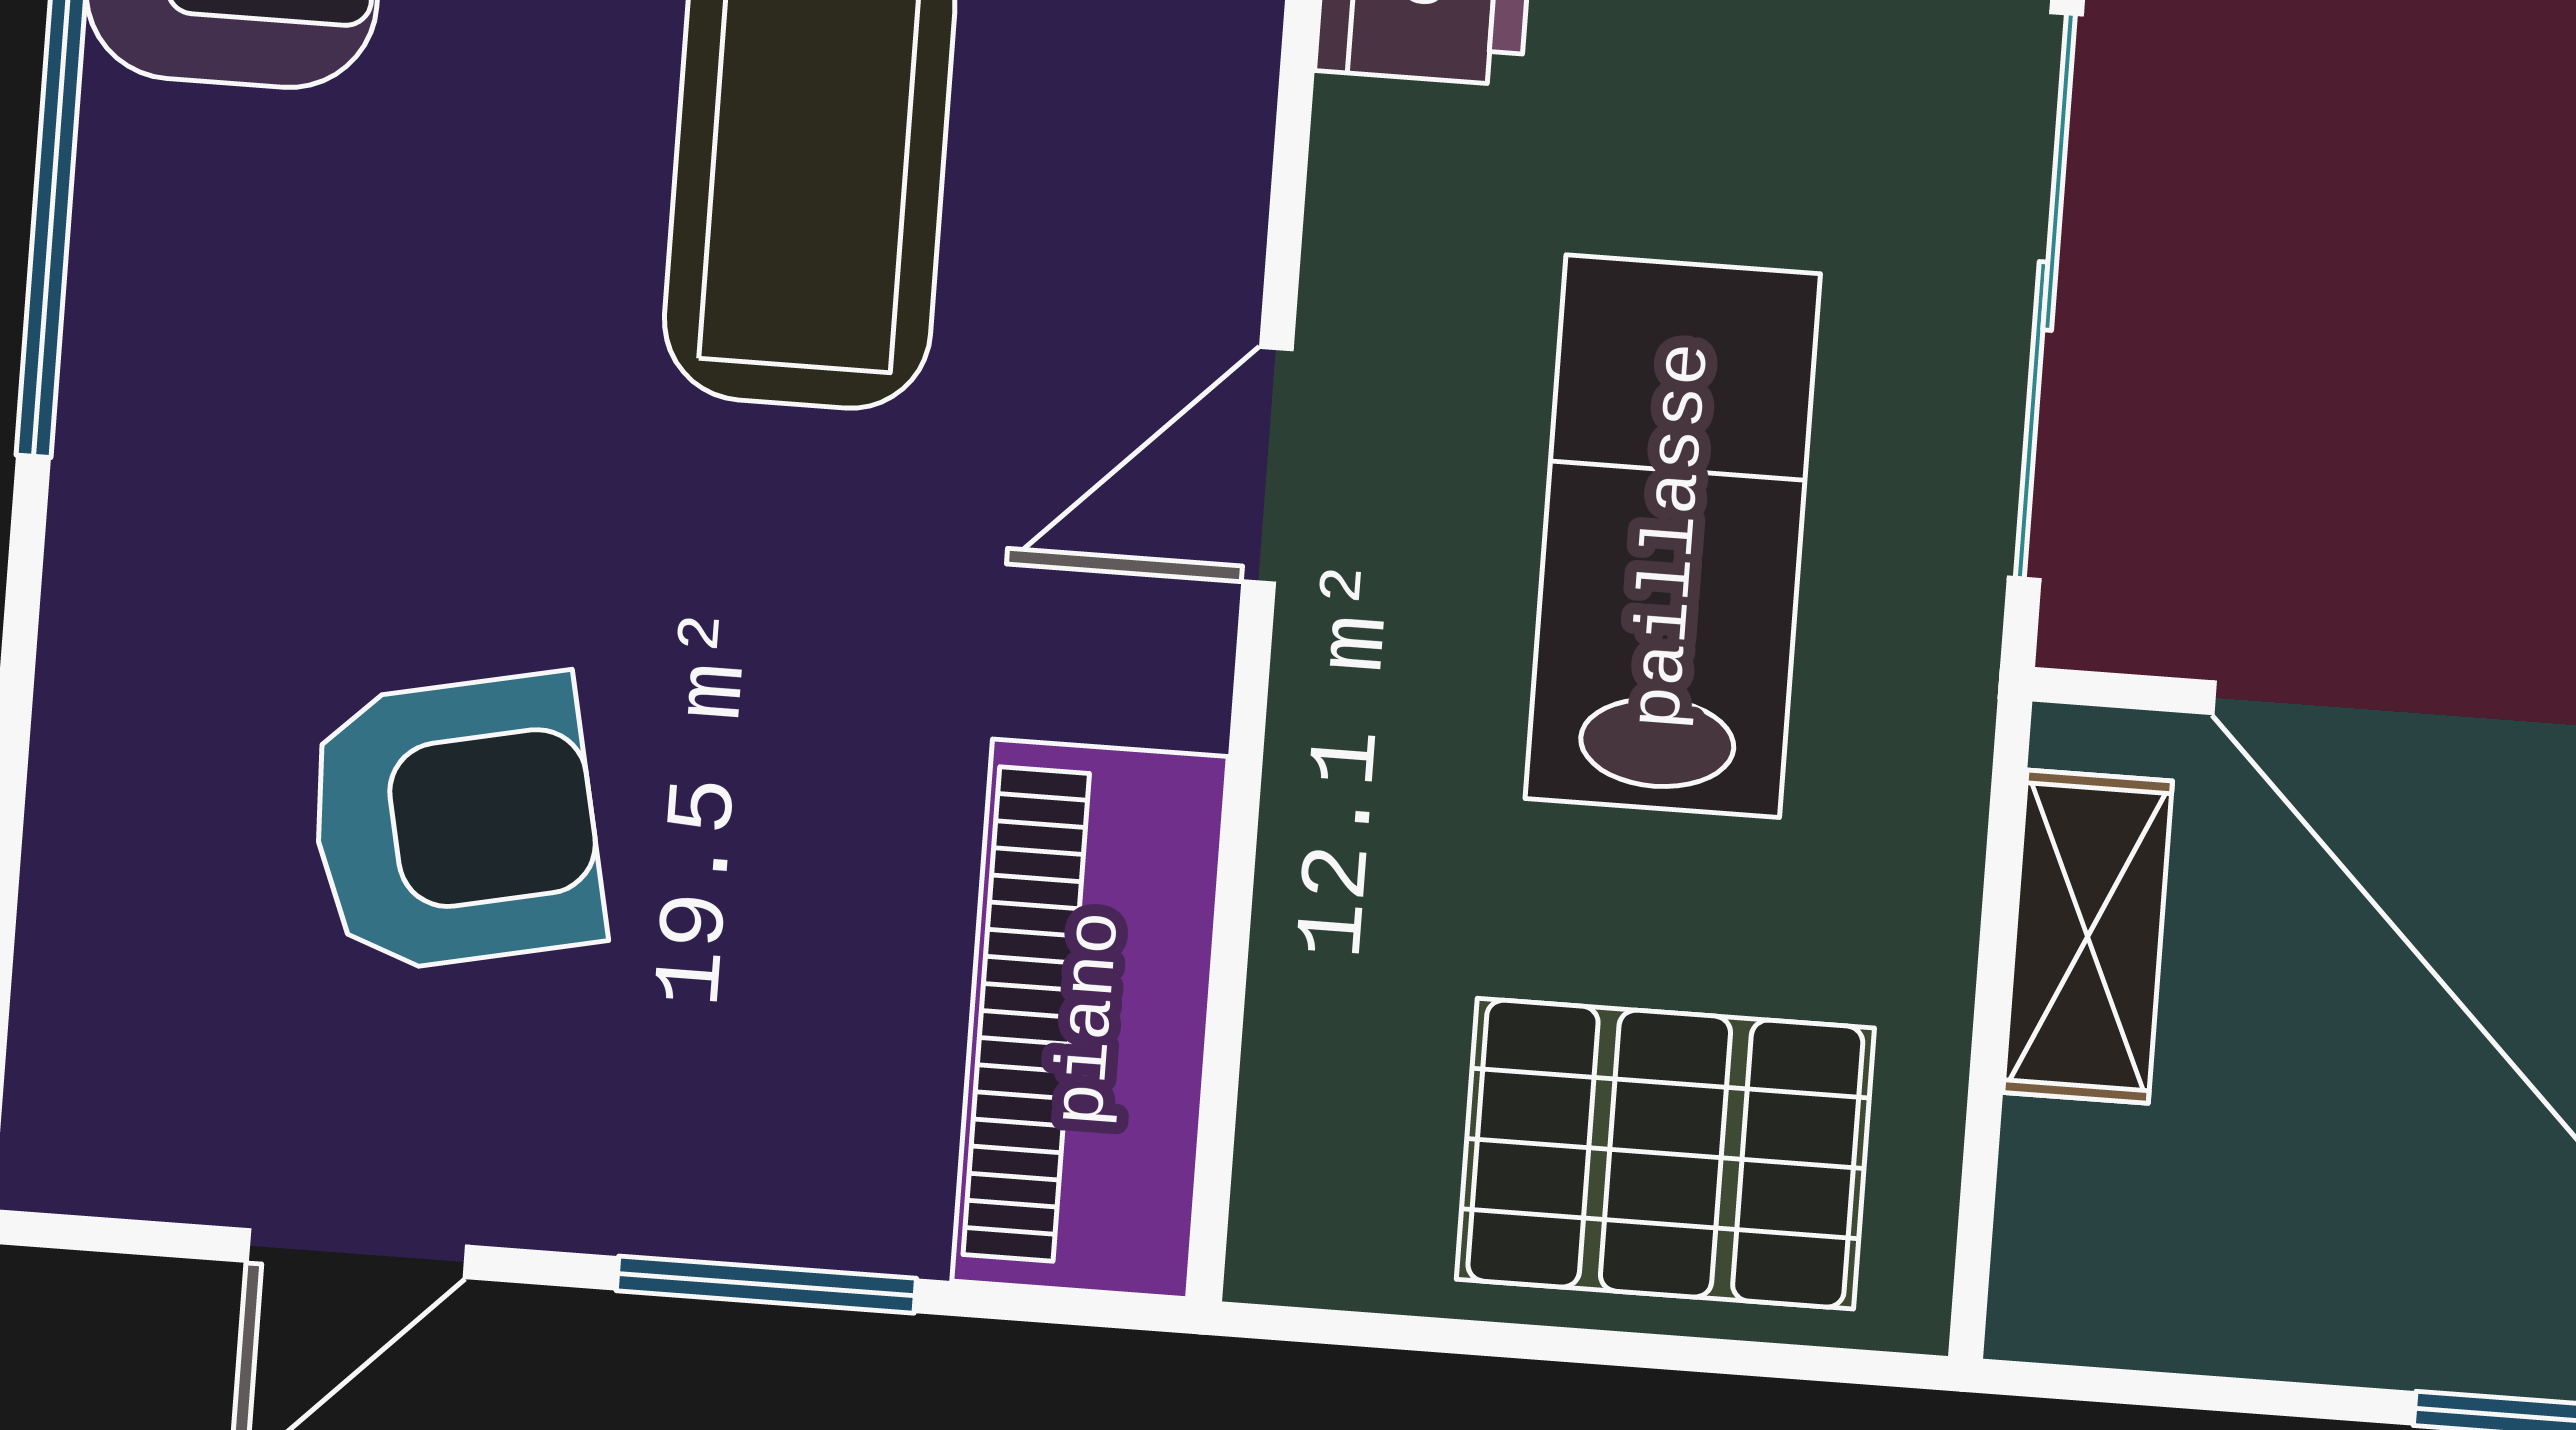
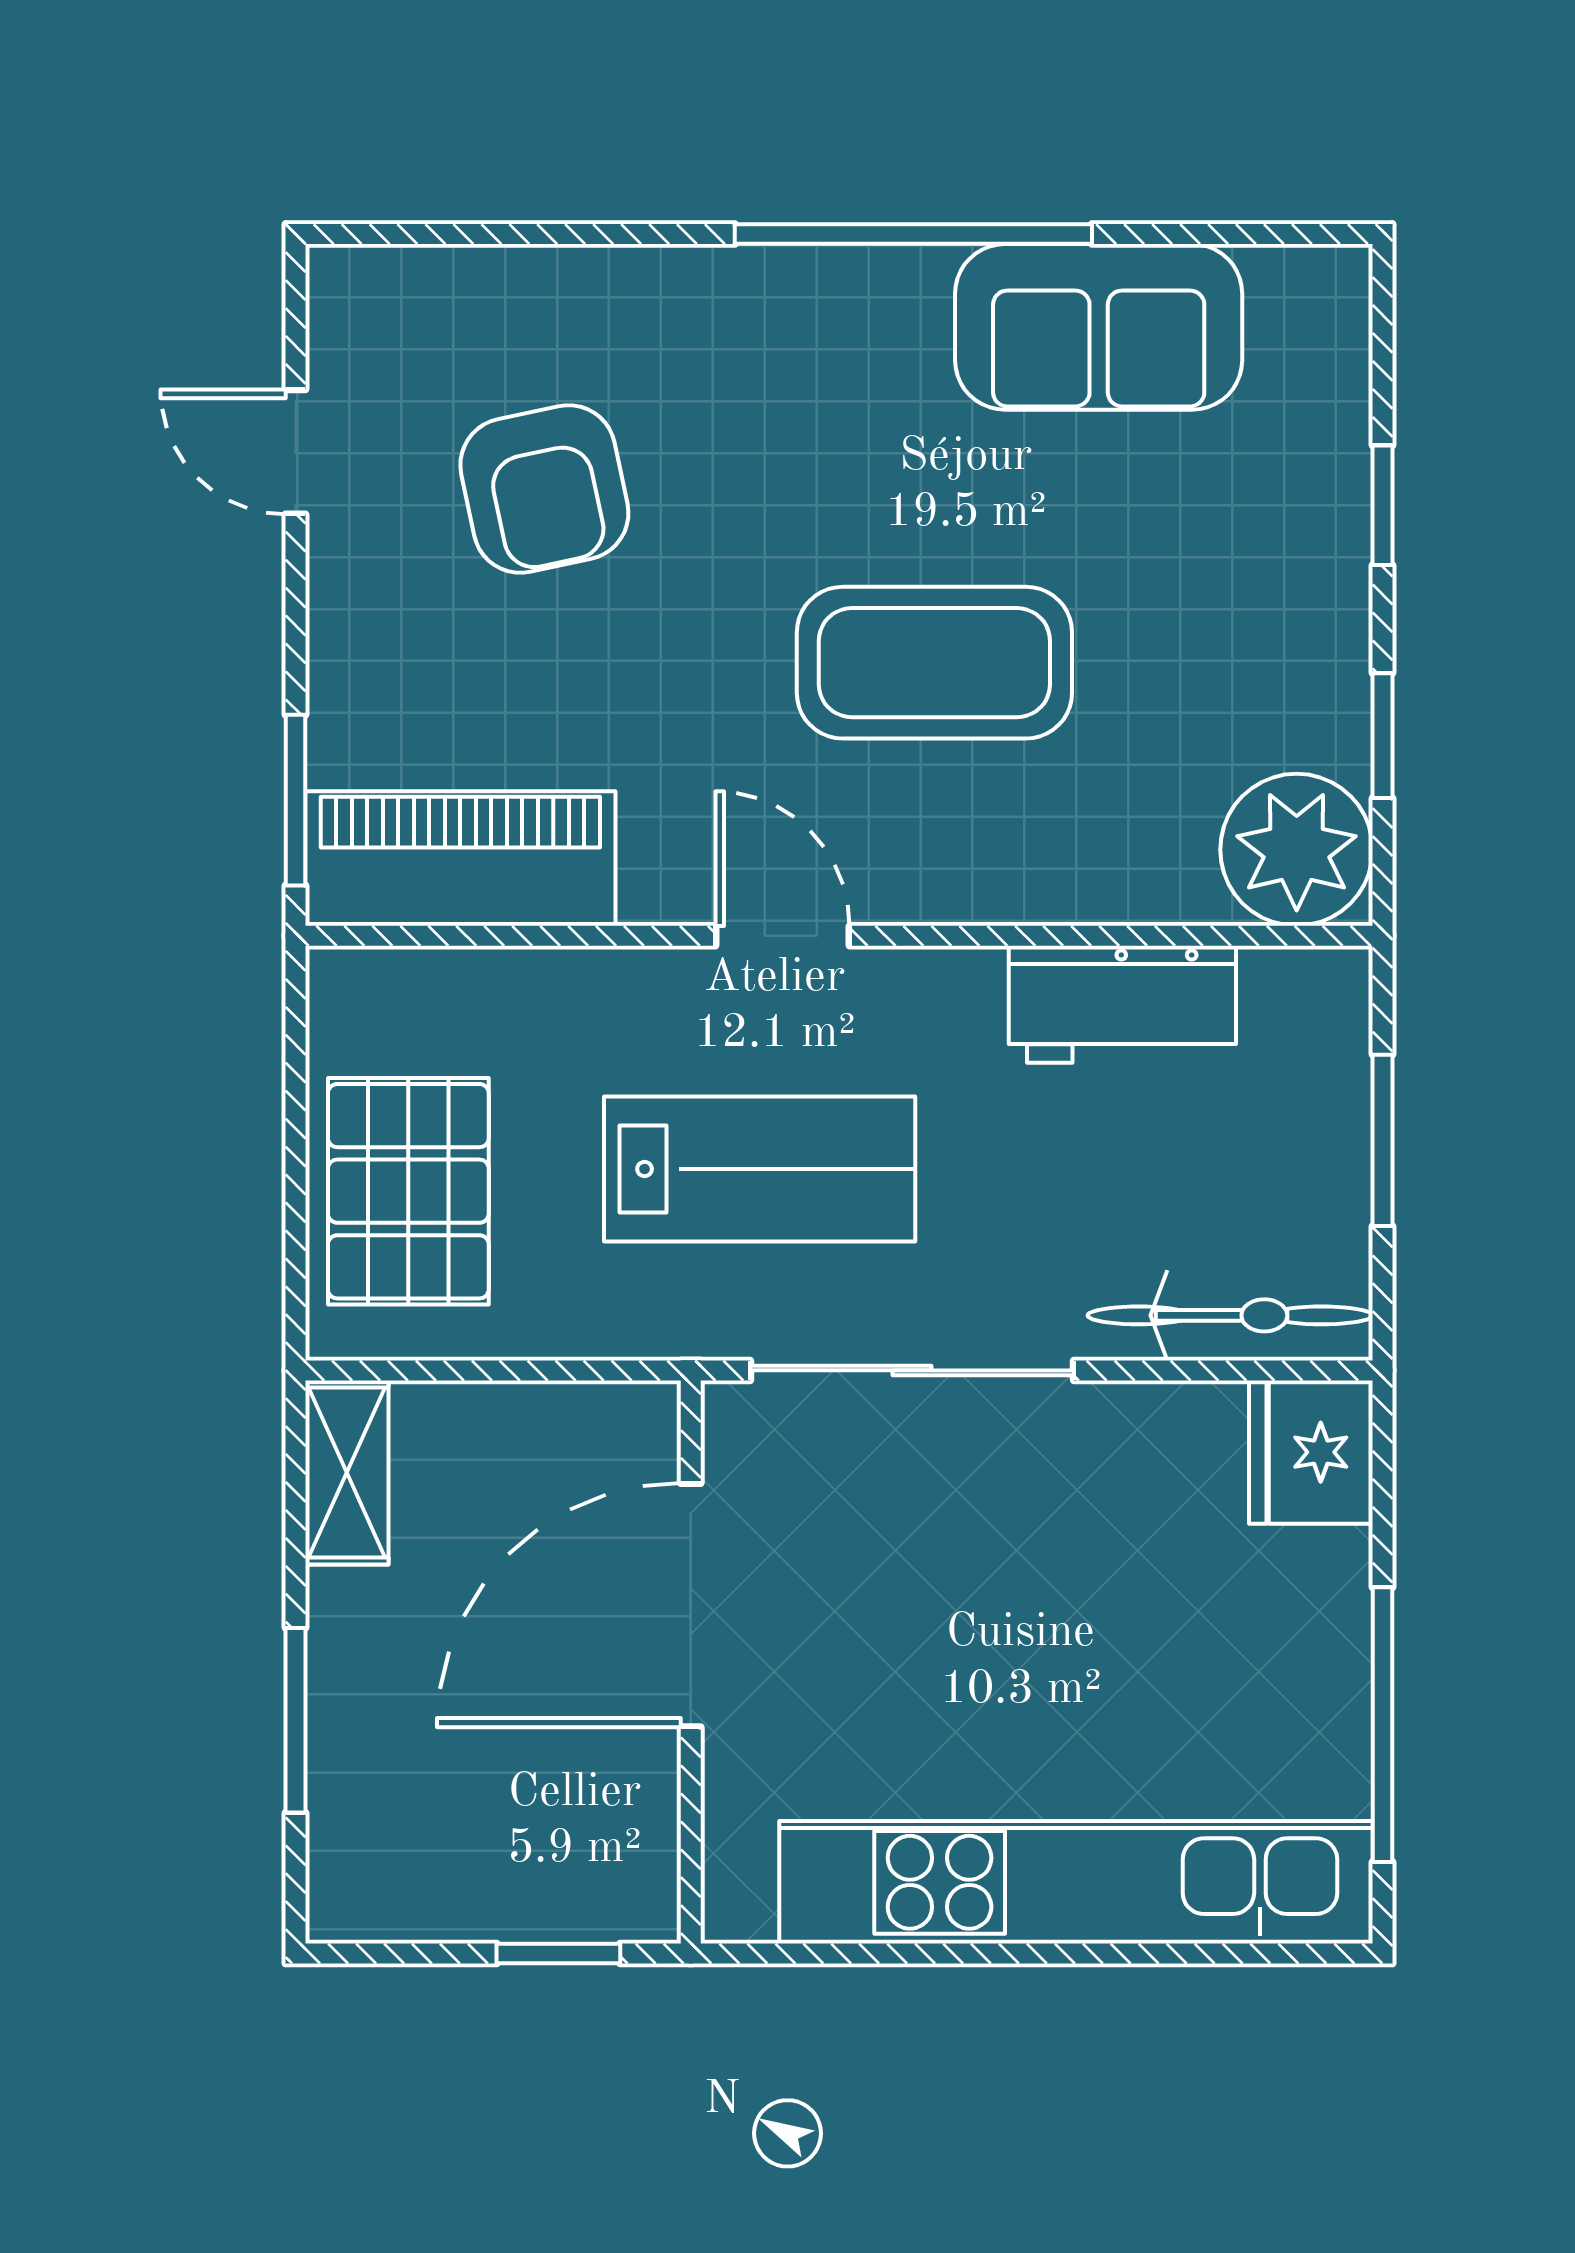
shelving: (2088, 937) -> (347, 1473), moved, turned 90
window: (766, 1285) -> (296, 800), moved

